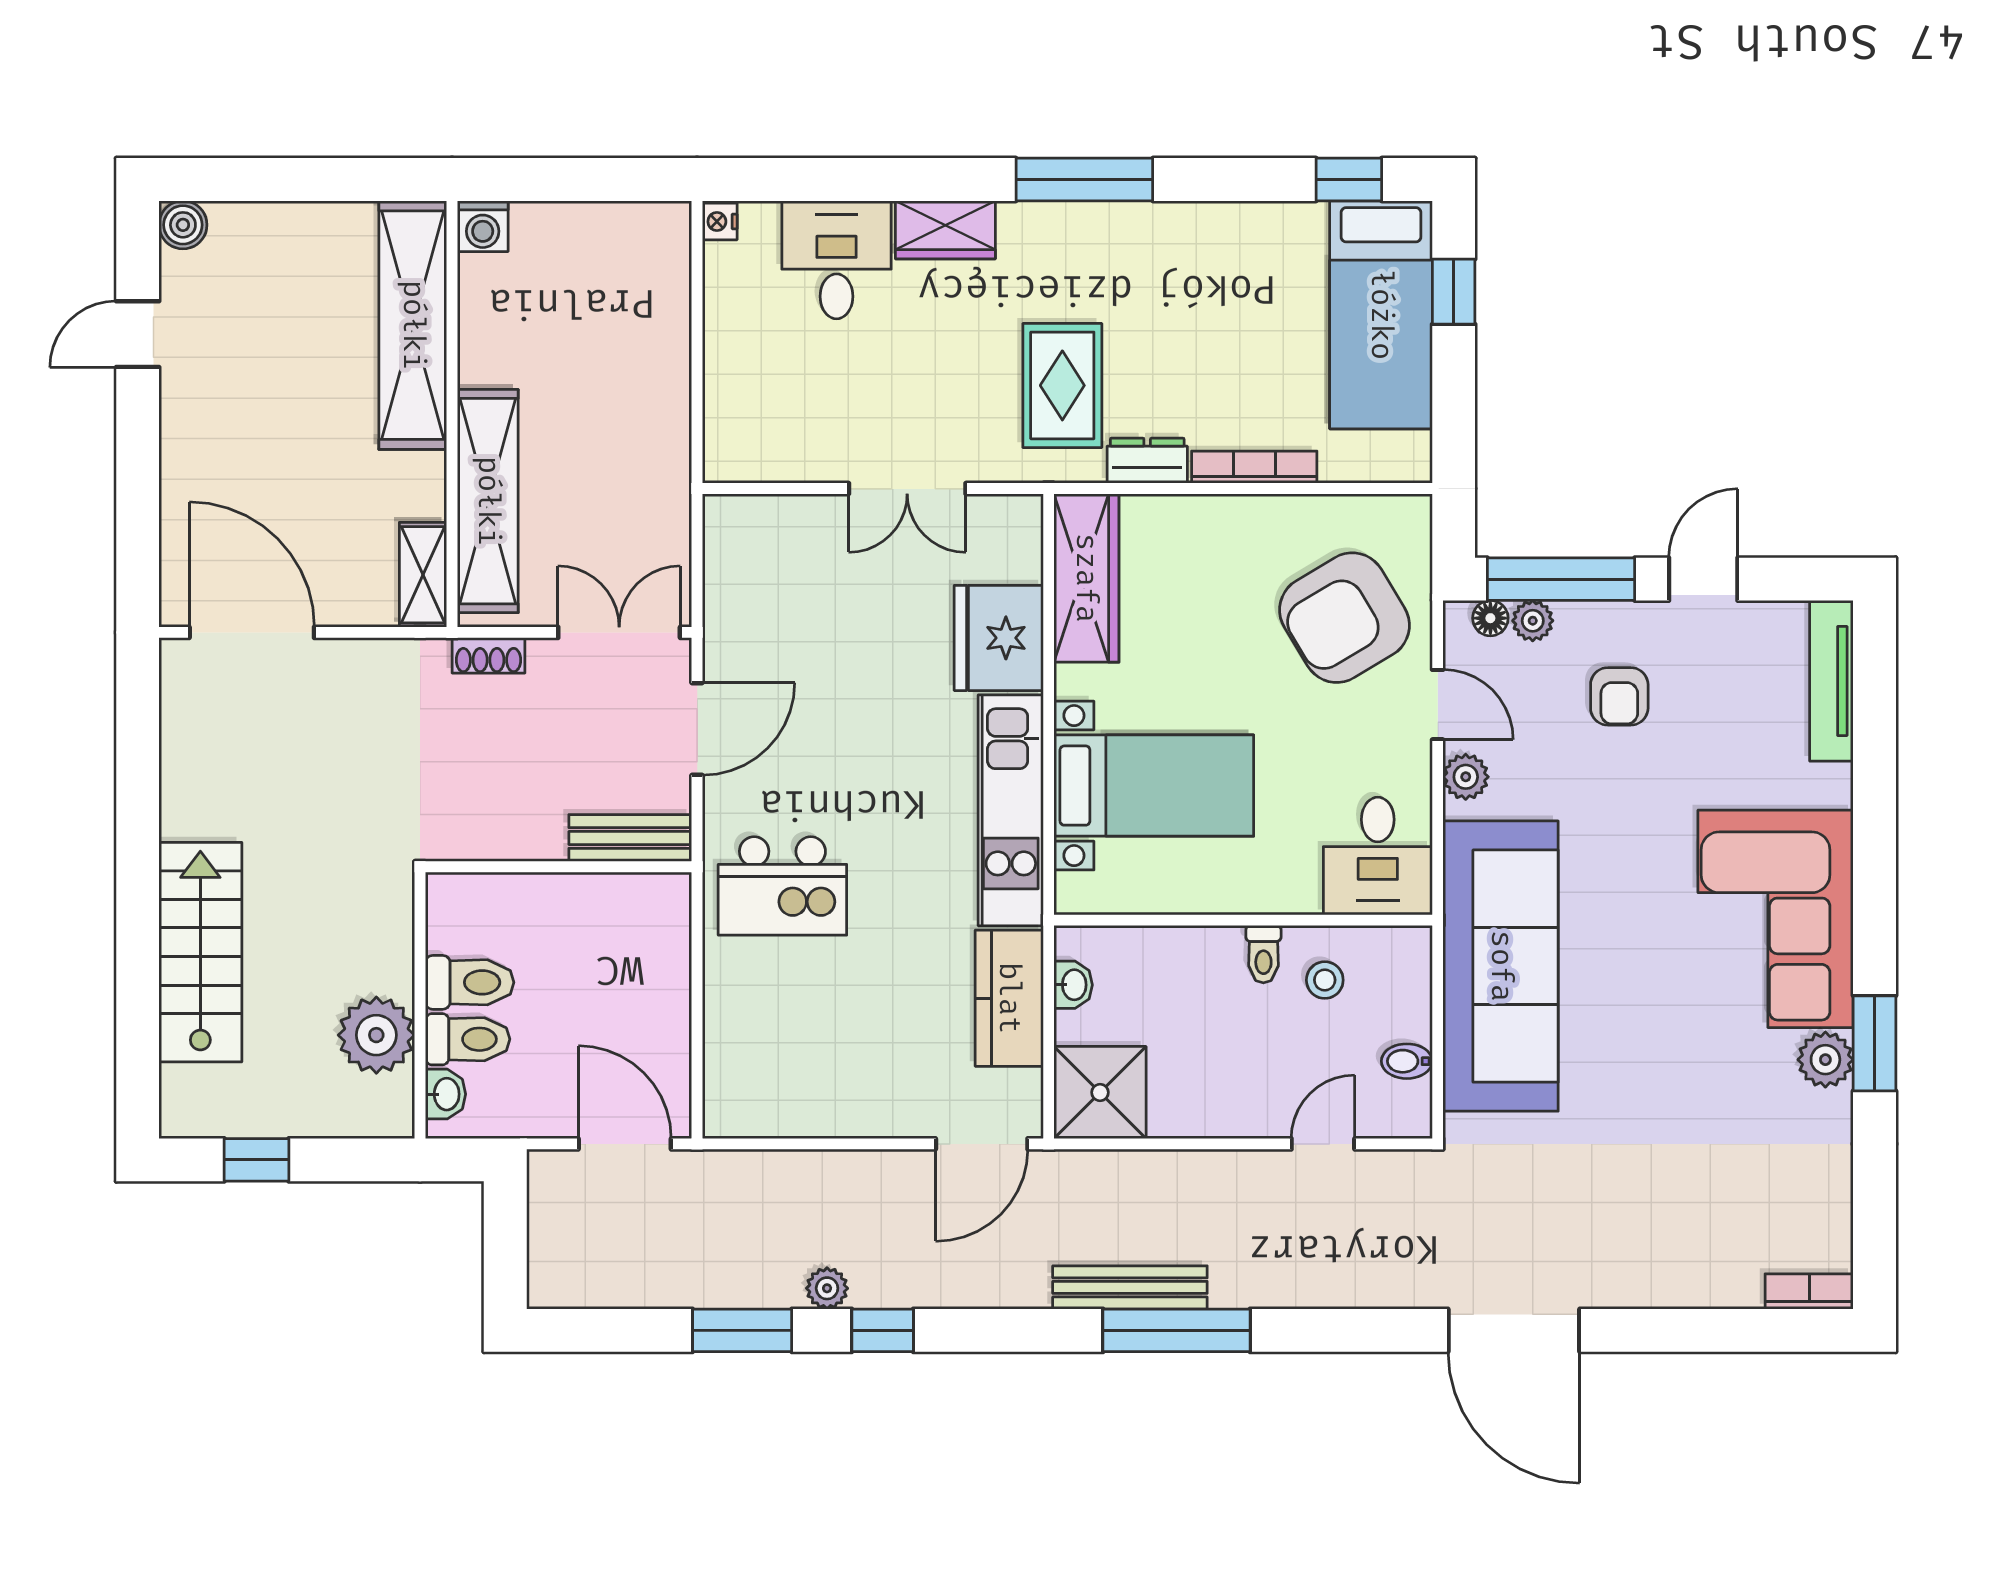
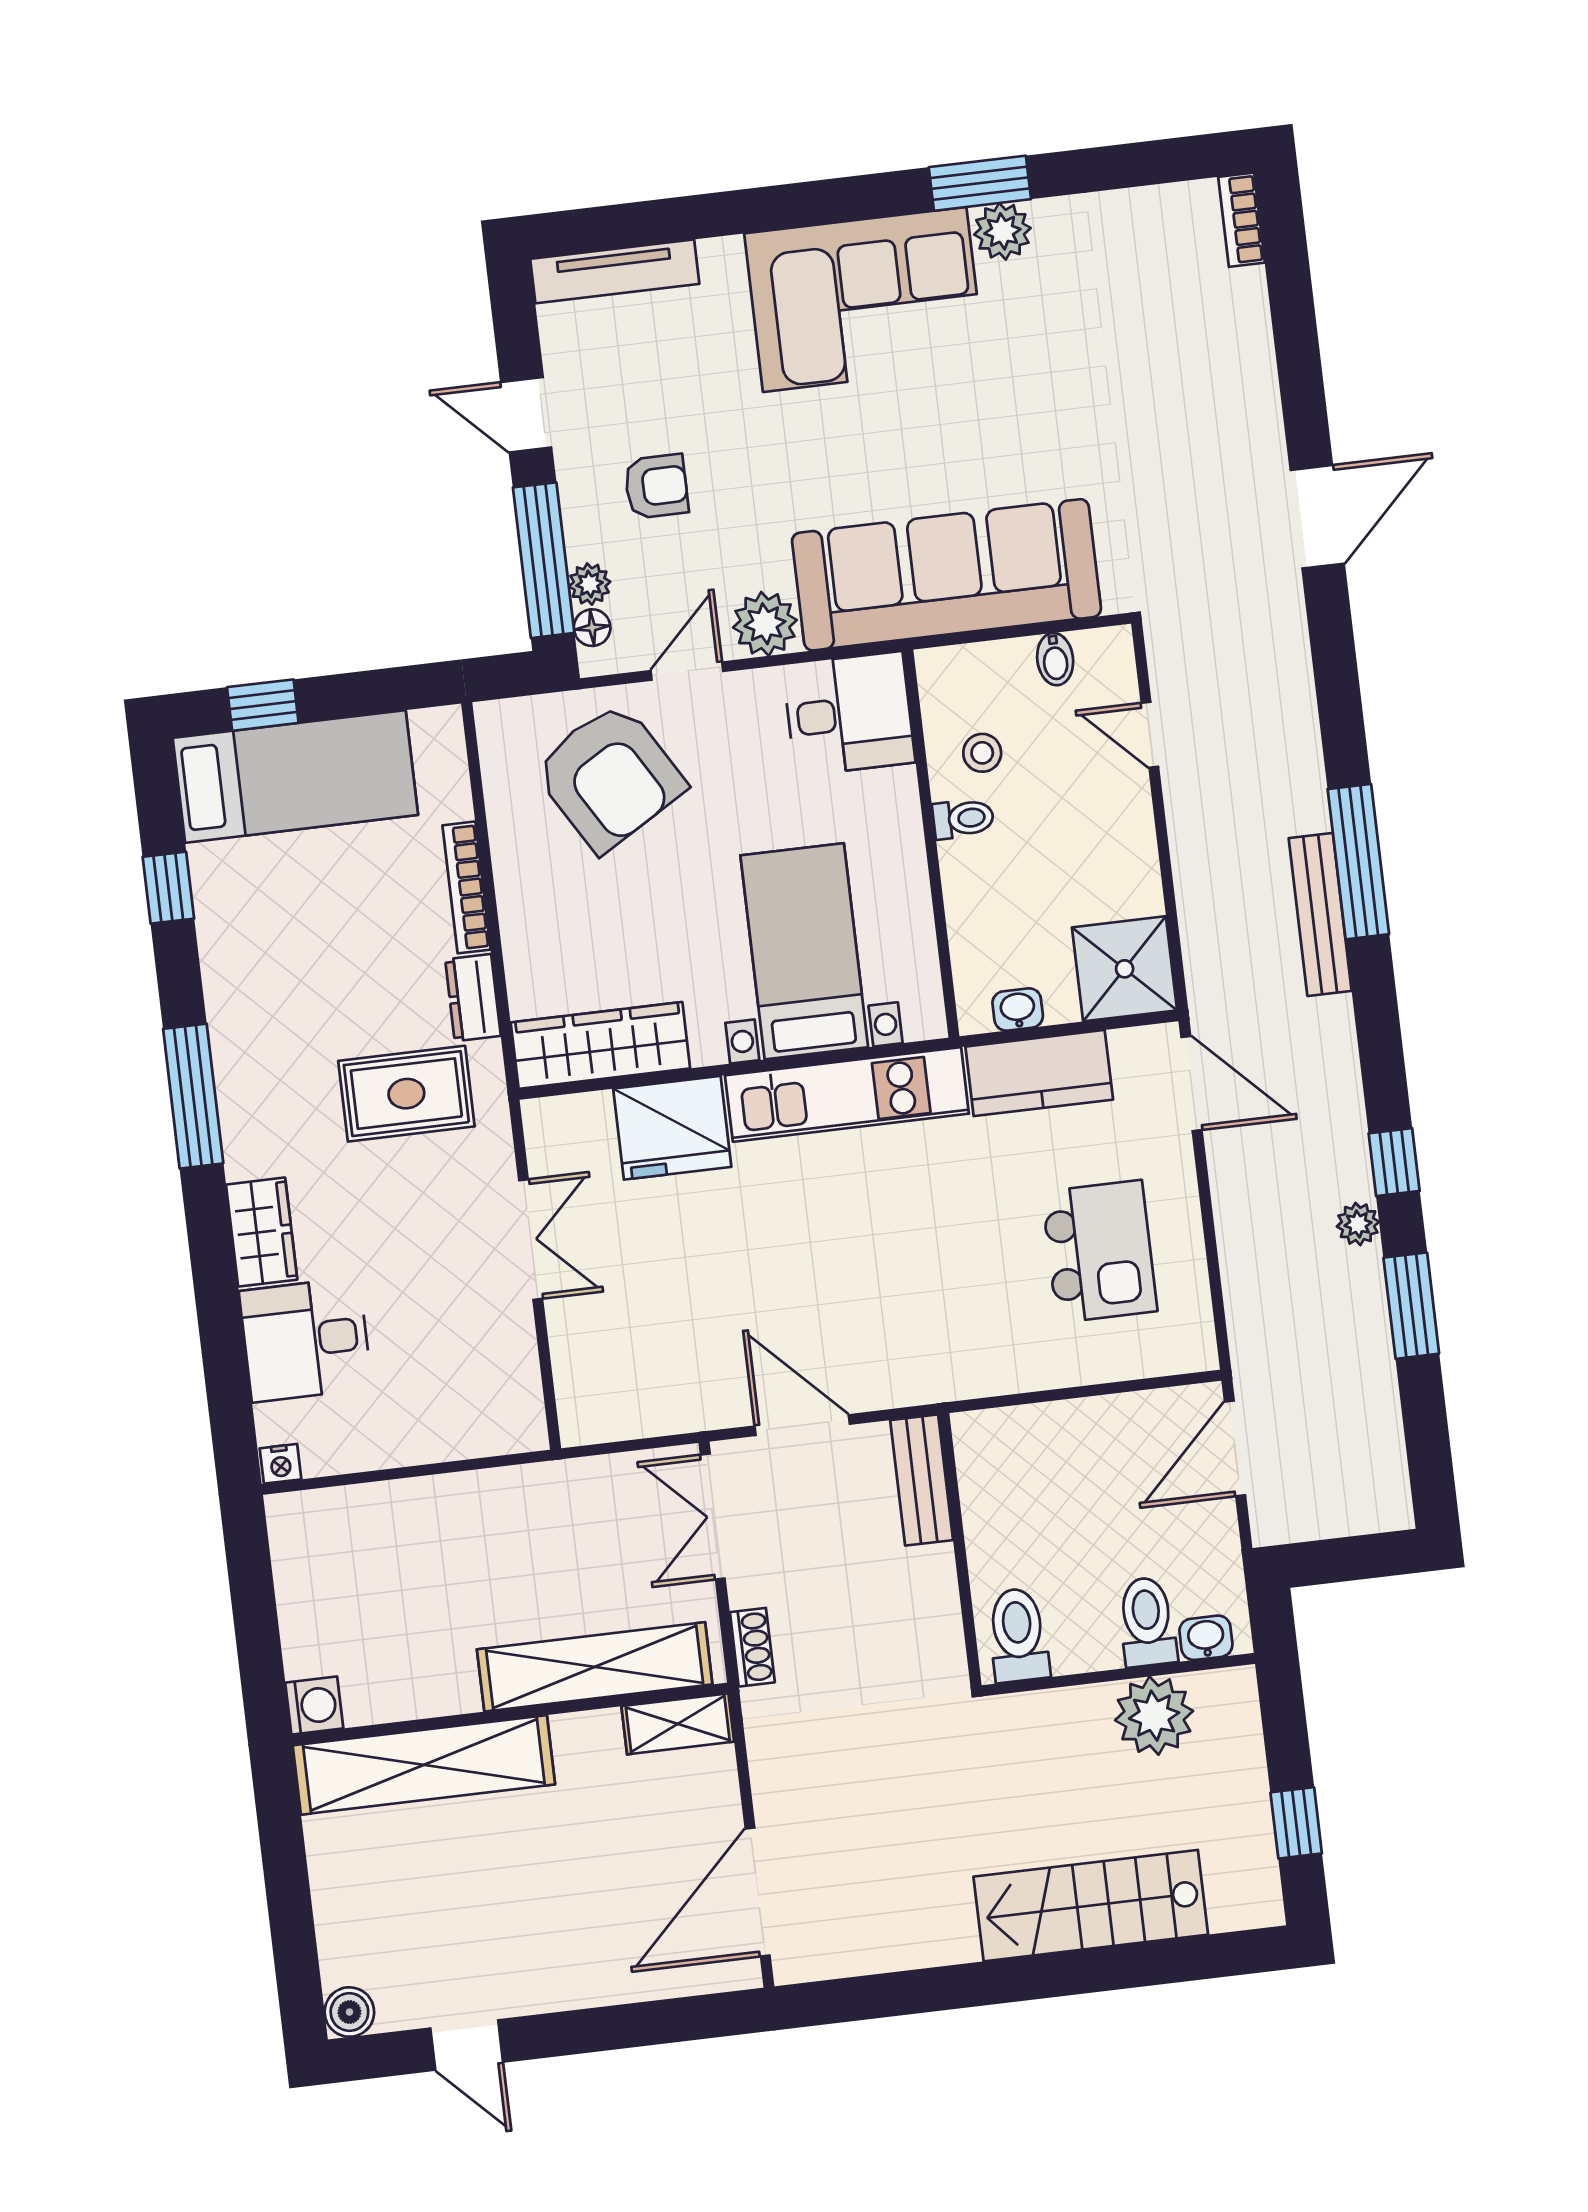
window: (1349, 180) -> (168, 888), moved
plant: (1466, 777) -> (765, 624), width x1.38, depth x1.38
kitchen island: (782, 886) -> (1099, 1251), moved
toilet: (470, 982) -> (1018, 1635), moved
door: (1514, 1330) -> (1317, 517), width x0.73

